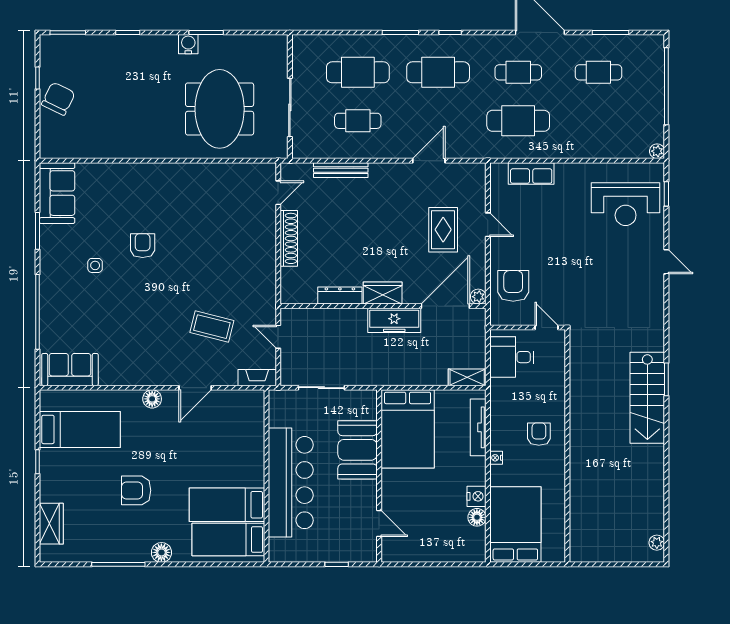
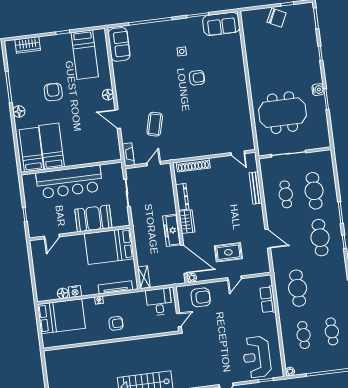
cafe table: (518, 72) -> (304, 335), moved
shoe rack: (289, 238) -> (193, 165), moved

